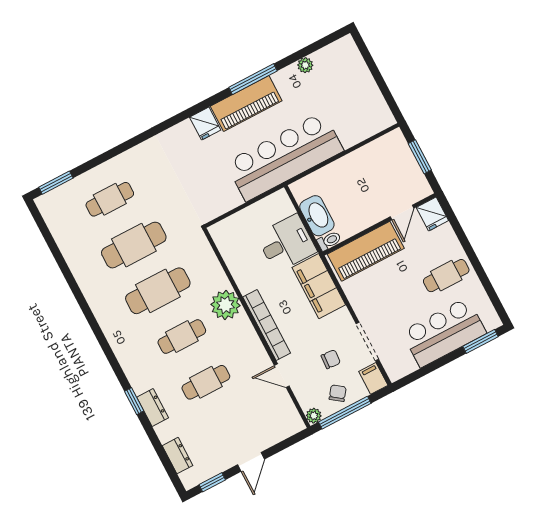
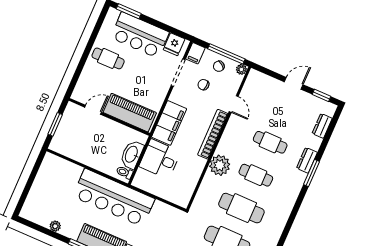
fridge: (432, 214) -> (174, 44), moved, turned 180
toilet: (329, 241) -> (124, 172), moved
window: (134, 401) -> (312, 173), width x1.50

